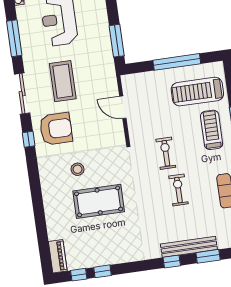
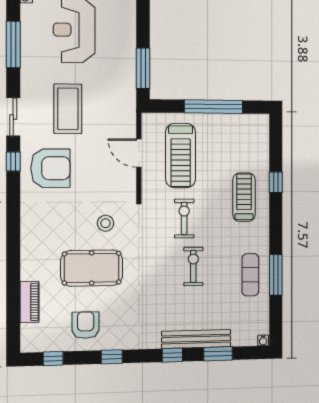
treadmill: (197, 92) -> (181, 156), moved, turned -90
sliding door: (22, 94) -> (13, 117), width x0.73
window: (29, 139) -> (13, 161), moved
stool: (78, 169) -> (105, 223), moved
armchair: (100, 246) -> (86, 325), added
piano: (58, 256) -> (29, 302), moved
window: (103, 271) -> (112, 357), moved

